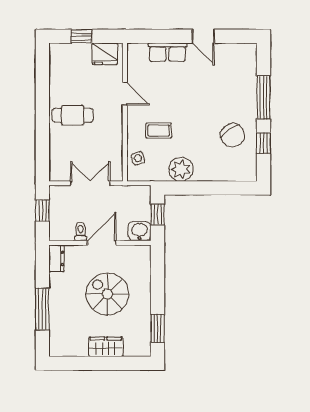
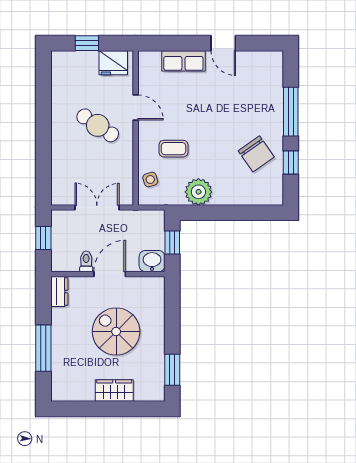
cafe table: (73, 115) -> (98, 125), moved, turned 34

